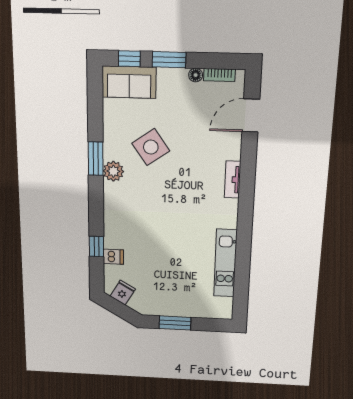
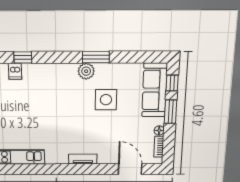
sofa: (129, 82) -> (155, 90), width x1.36
side table: (151, 147) -> (106, 100), turned 35

